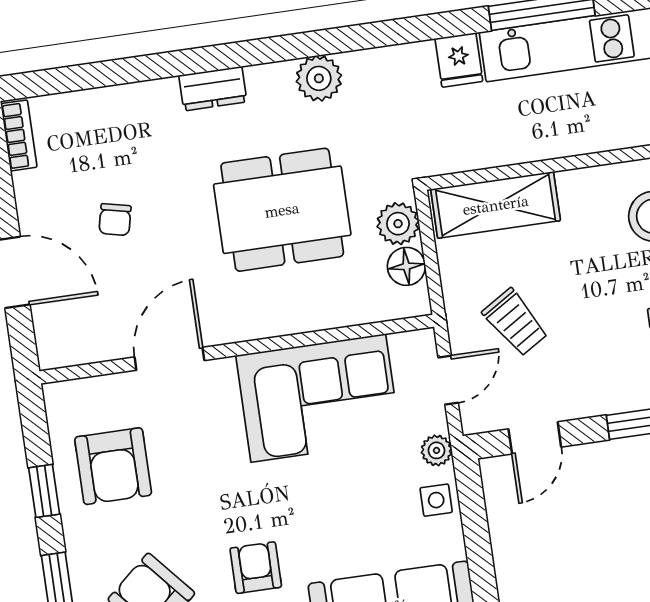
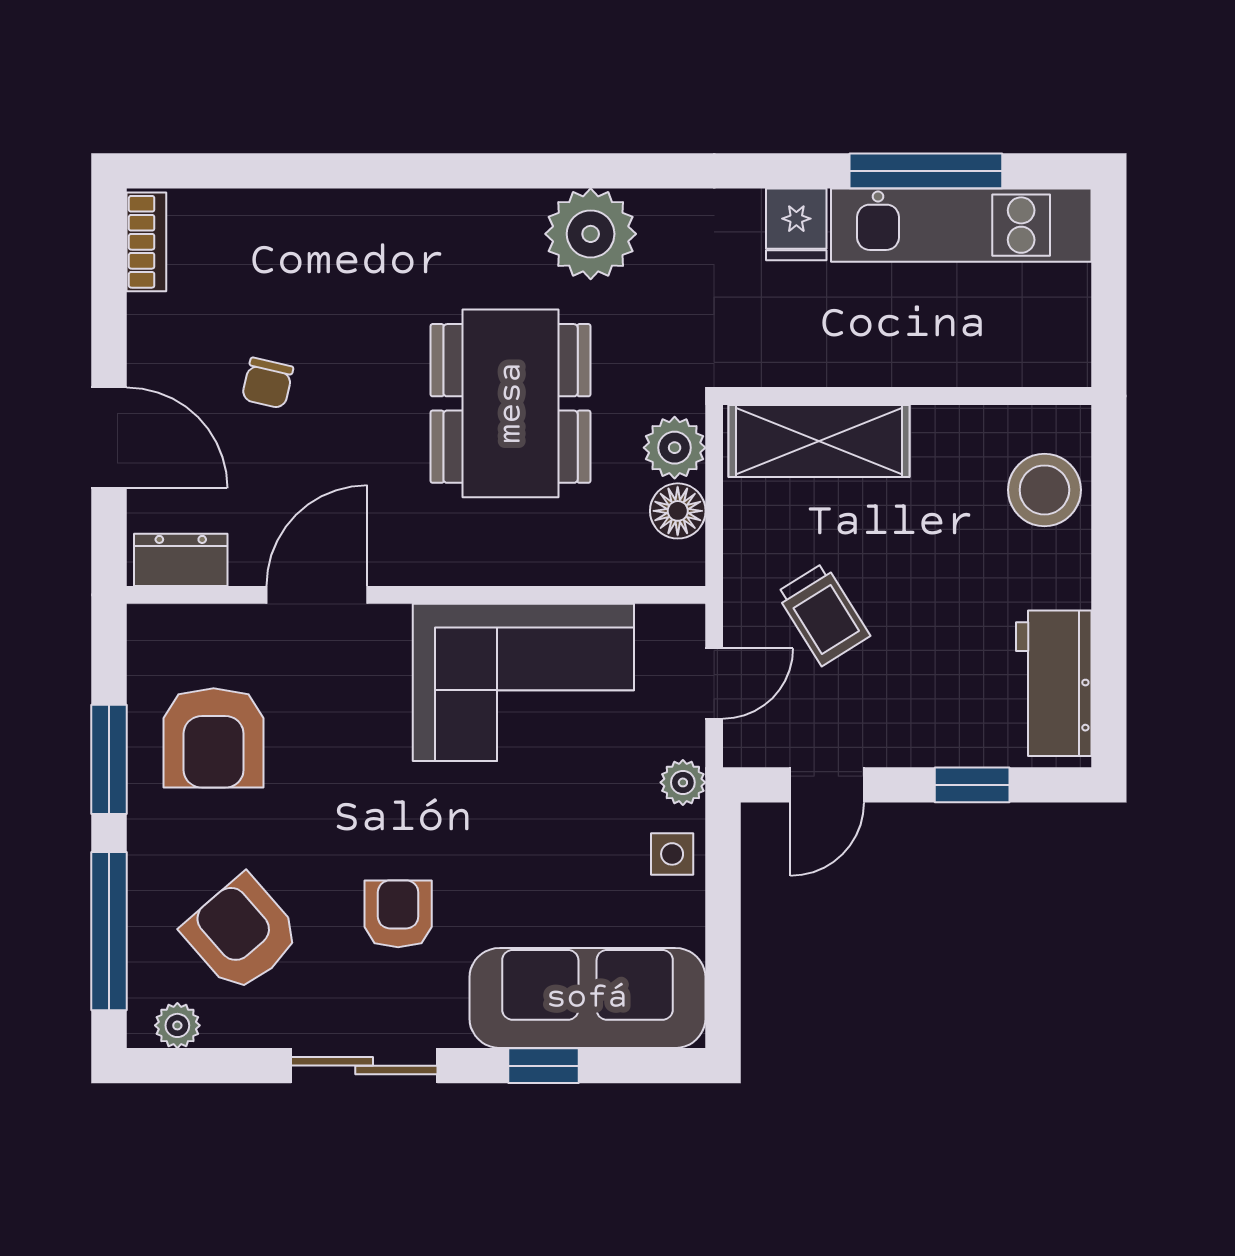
plant: (319, 78) -> (591, 234), width x1.36, depth x1.36
dresser: (213, 89) -> (181, 560), moved, turned 180
dining table: (282, 210) -> (511, 403), turned 90
window: (44, 491) -> (109, 759), width x1.50

